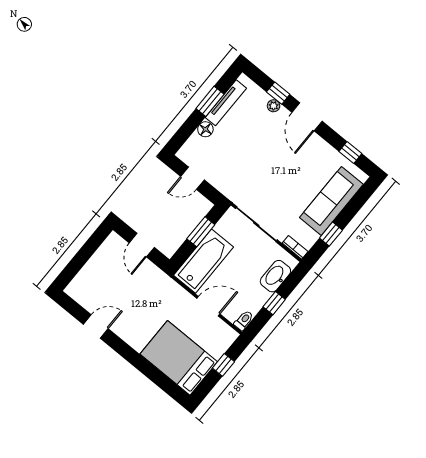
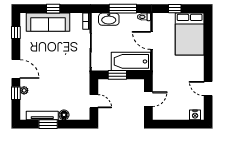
door: (307, 117) -> (16, 69), hinge flipped
window: (331, 234) -> (53, 9), moved
nightstand: (77, 285) -> (195, 115), added
window: (274, 303) -> (123, 9), width x2.17

